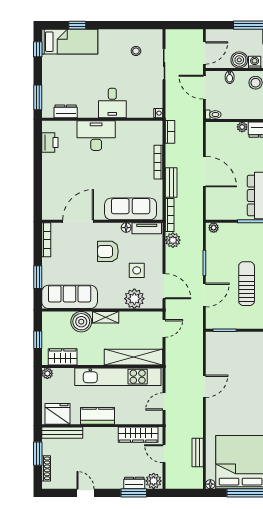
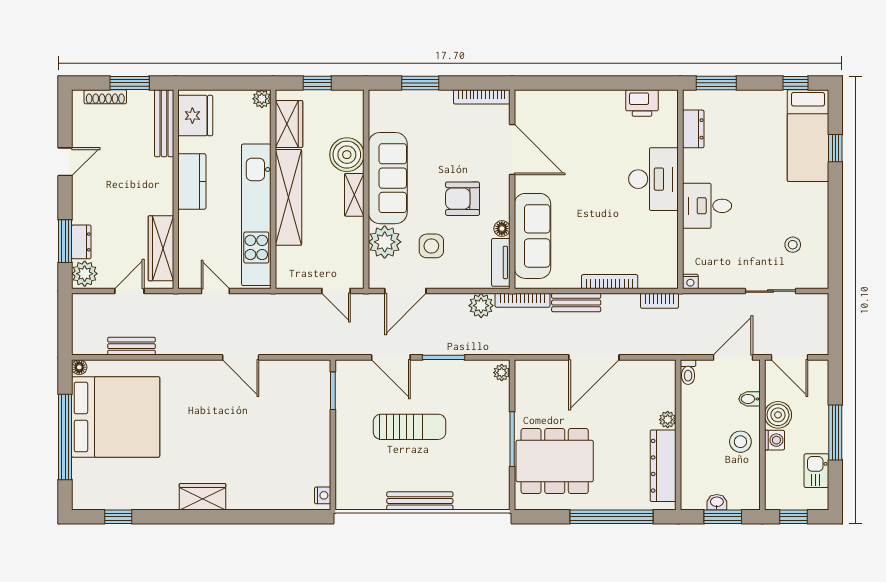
armchair: (108, 251) -> (463, 199), turned -90
sofa: (70, 297) -> (388, 178), moved
shelving: (134, 357) -> (288, 197), moved

